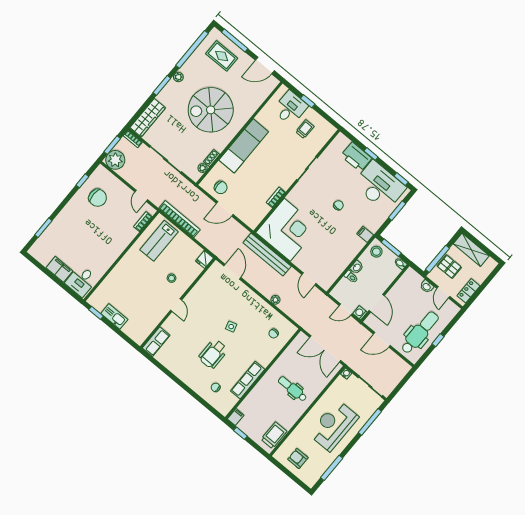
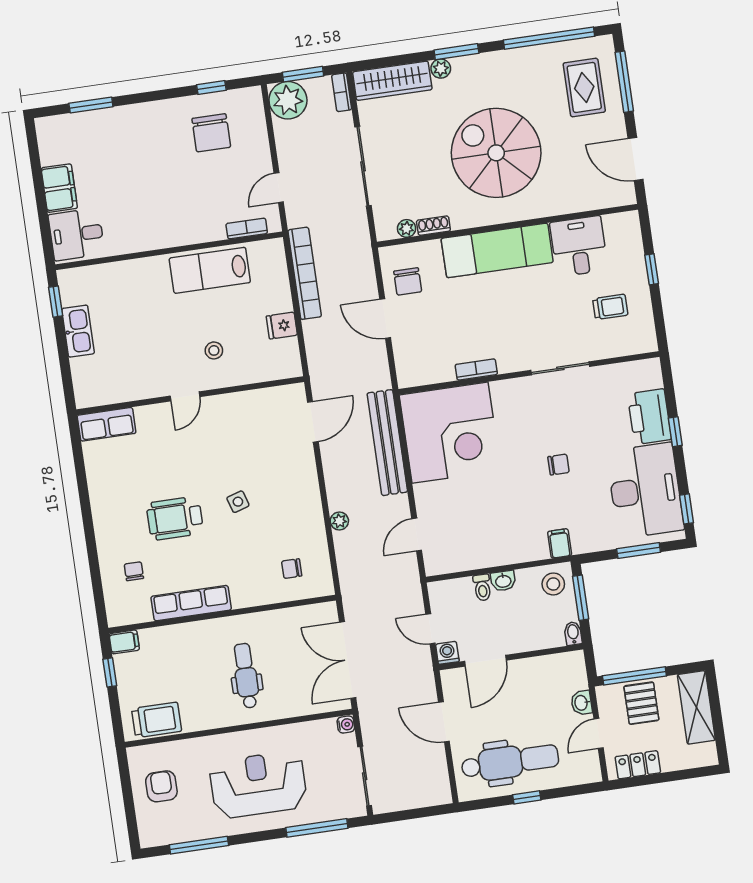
plant: (178, 77) -> (441, 69), moved
desk: (290, 108) -> (579, 246), moved, turned -90
lab bench: (159, 241) -> (210, 270), moved
fridge: (204, 259) -> (282, 326), moved

